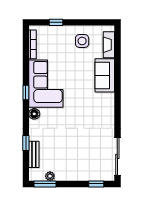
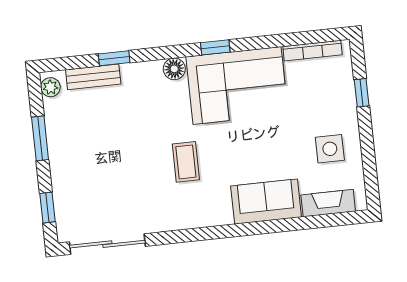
coffee table: (81, 113) -> (186, 162), added
plant: (50, 176) -> (50, 87), moved
window: (45, 184) -> (40, 138), moved

